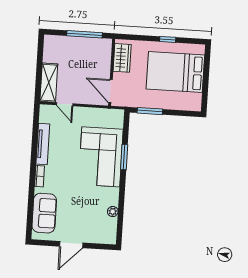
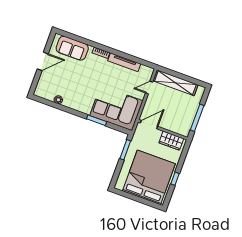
bed: (175, 72) -> (149, 177), width x1.36
shelving: (49, 83) -> (175, 83), width x1.47
corner sofa: (101, 157) -> (116, 108), moved
door: (71, 245) -> (43, 61), swing flipped

